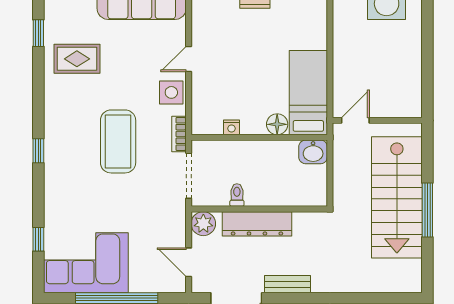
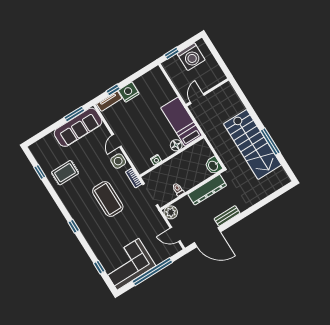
door: (355, 120) -> (197, 99), moved
wall: (377, 120) -> (207, 92), moved
washbasin: (313, 152) -> (213, 166), moved, turned 90
dresser: (257, 224) -> (207, 190), moved

